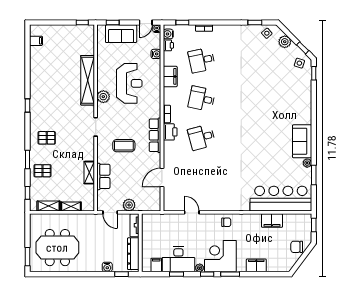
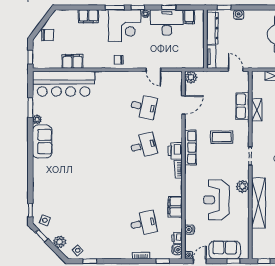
desk: (202, 99) -> (143, 107), moved
plant: (129, 205) -> (191, 77), moved

